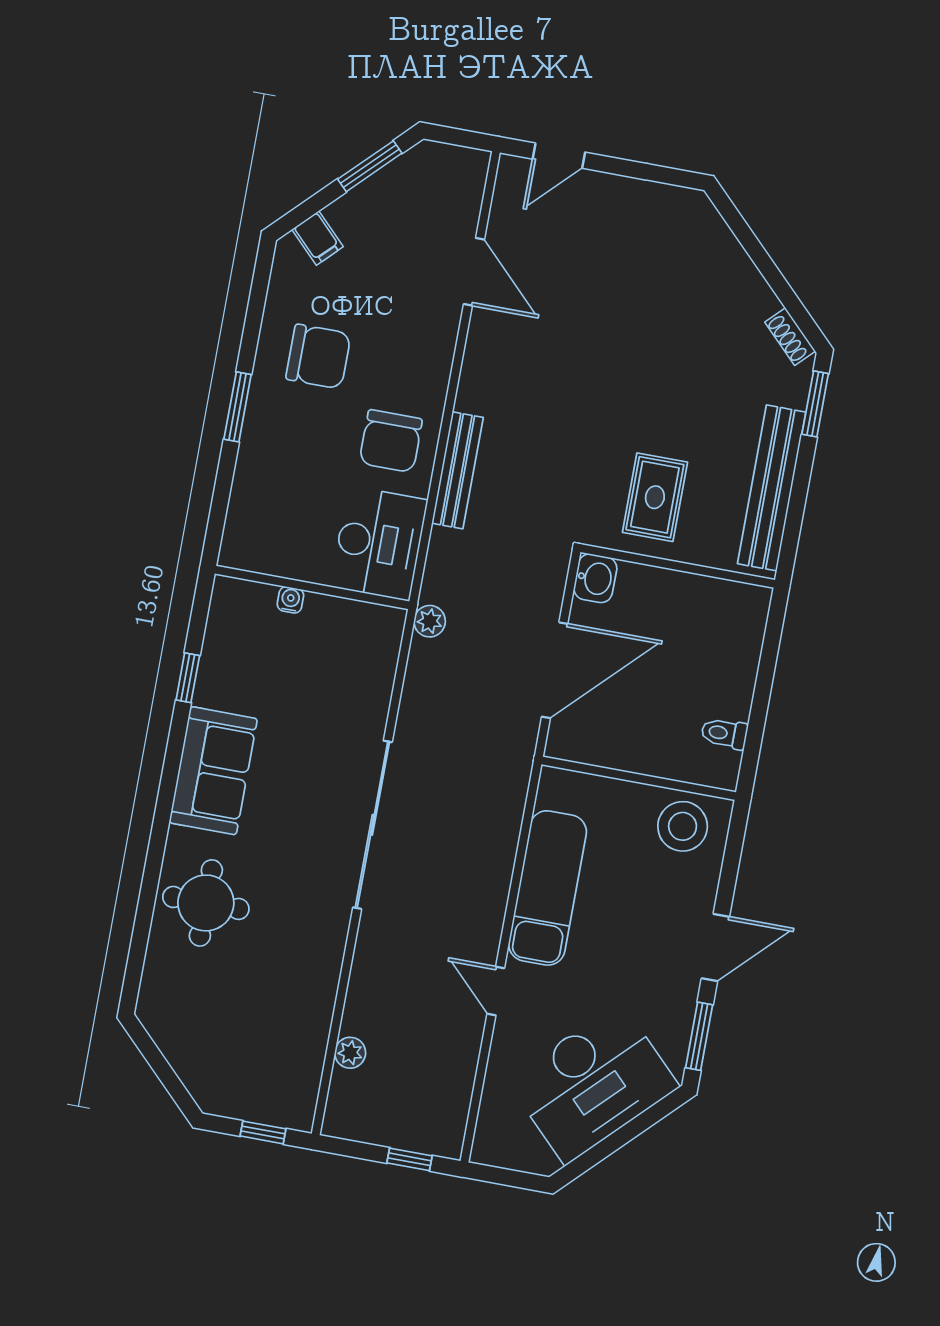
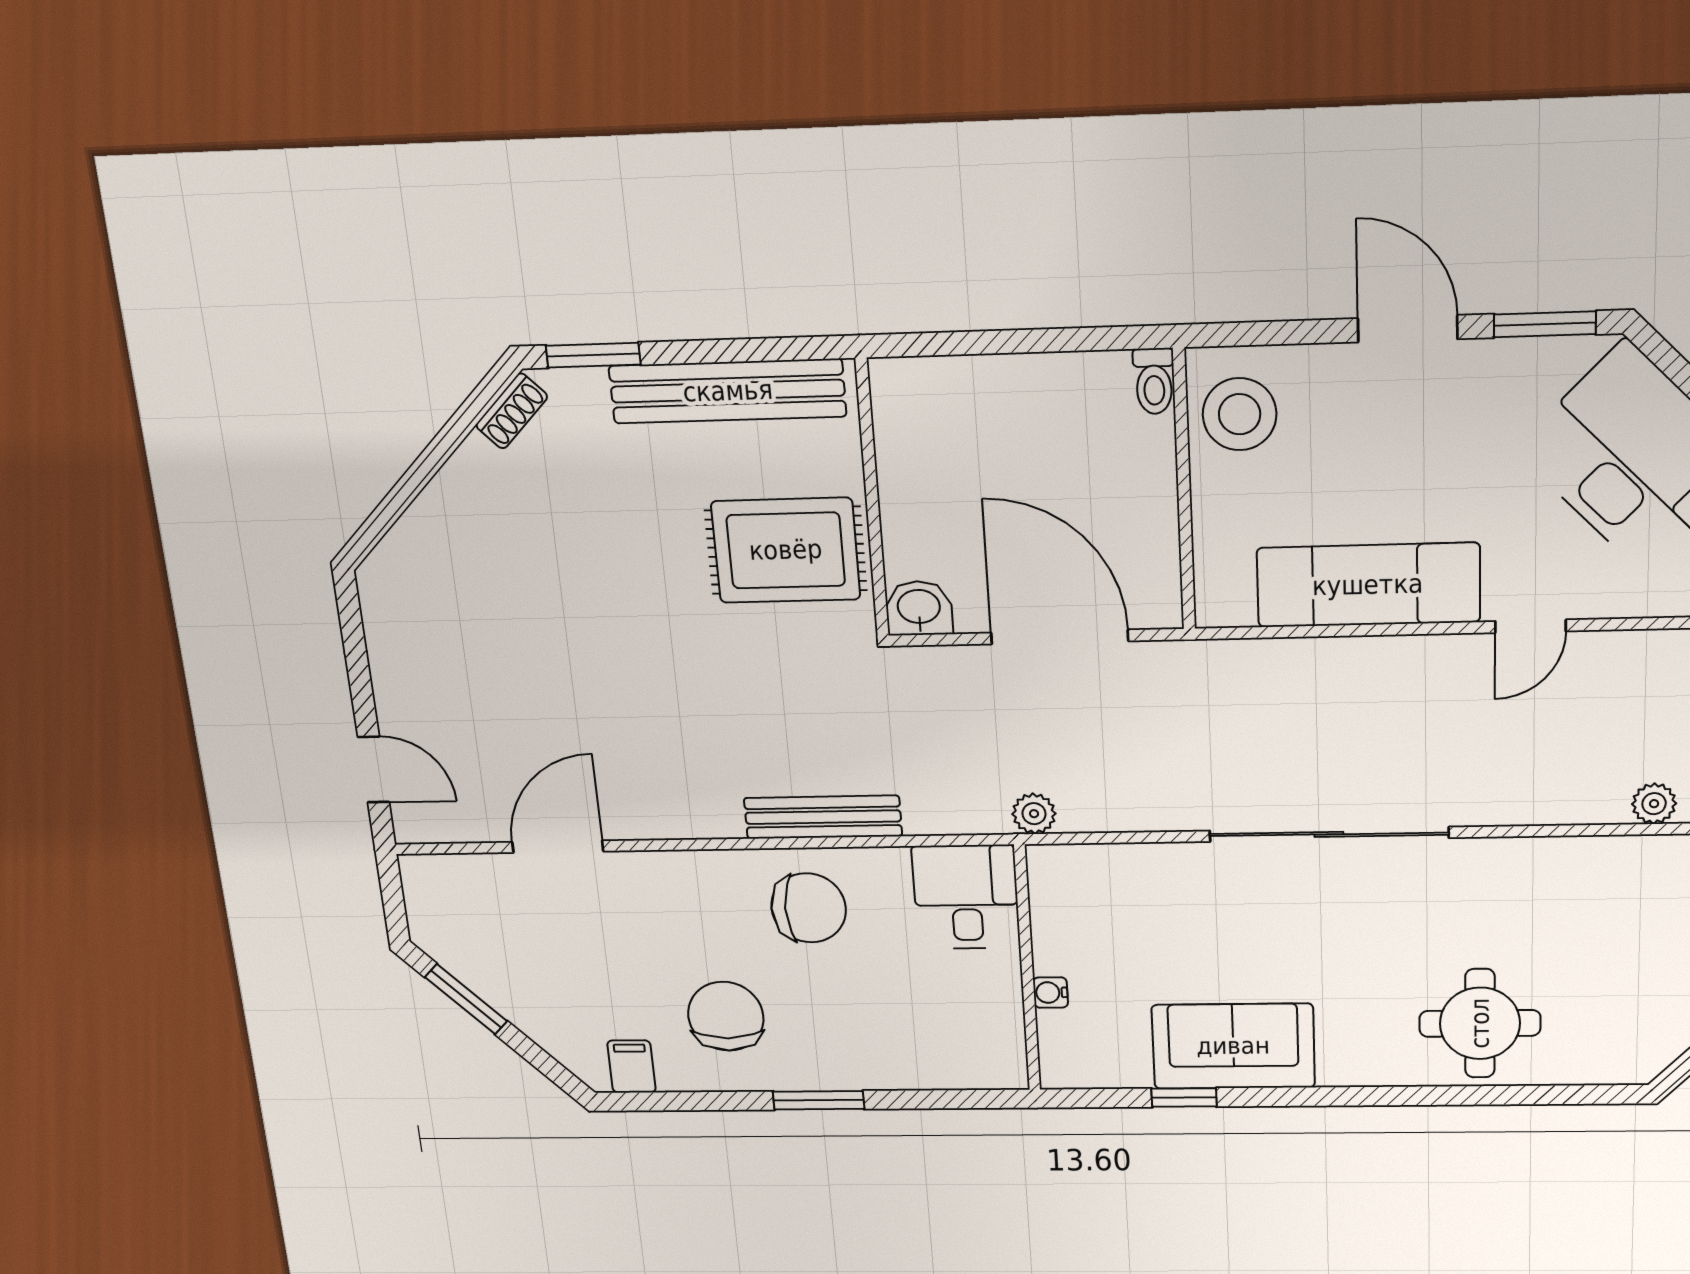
filing cabinet: (317, 238) -> (631, 1067), moved, turned -45
rug: (655, 497) -> (786, 550), width x1.36, depth x1.43
desk: (379, 543) -> (966, 897), width x0.73
toilet: (724, 733) -> (1154, 381), moved
sofa: (213, 771) -> (1233, 1046), moved

